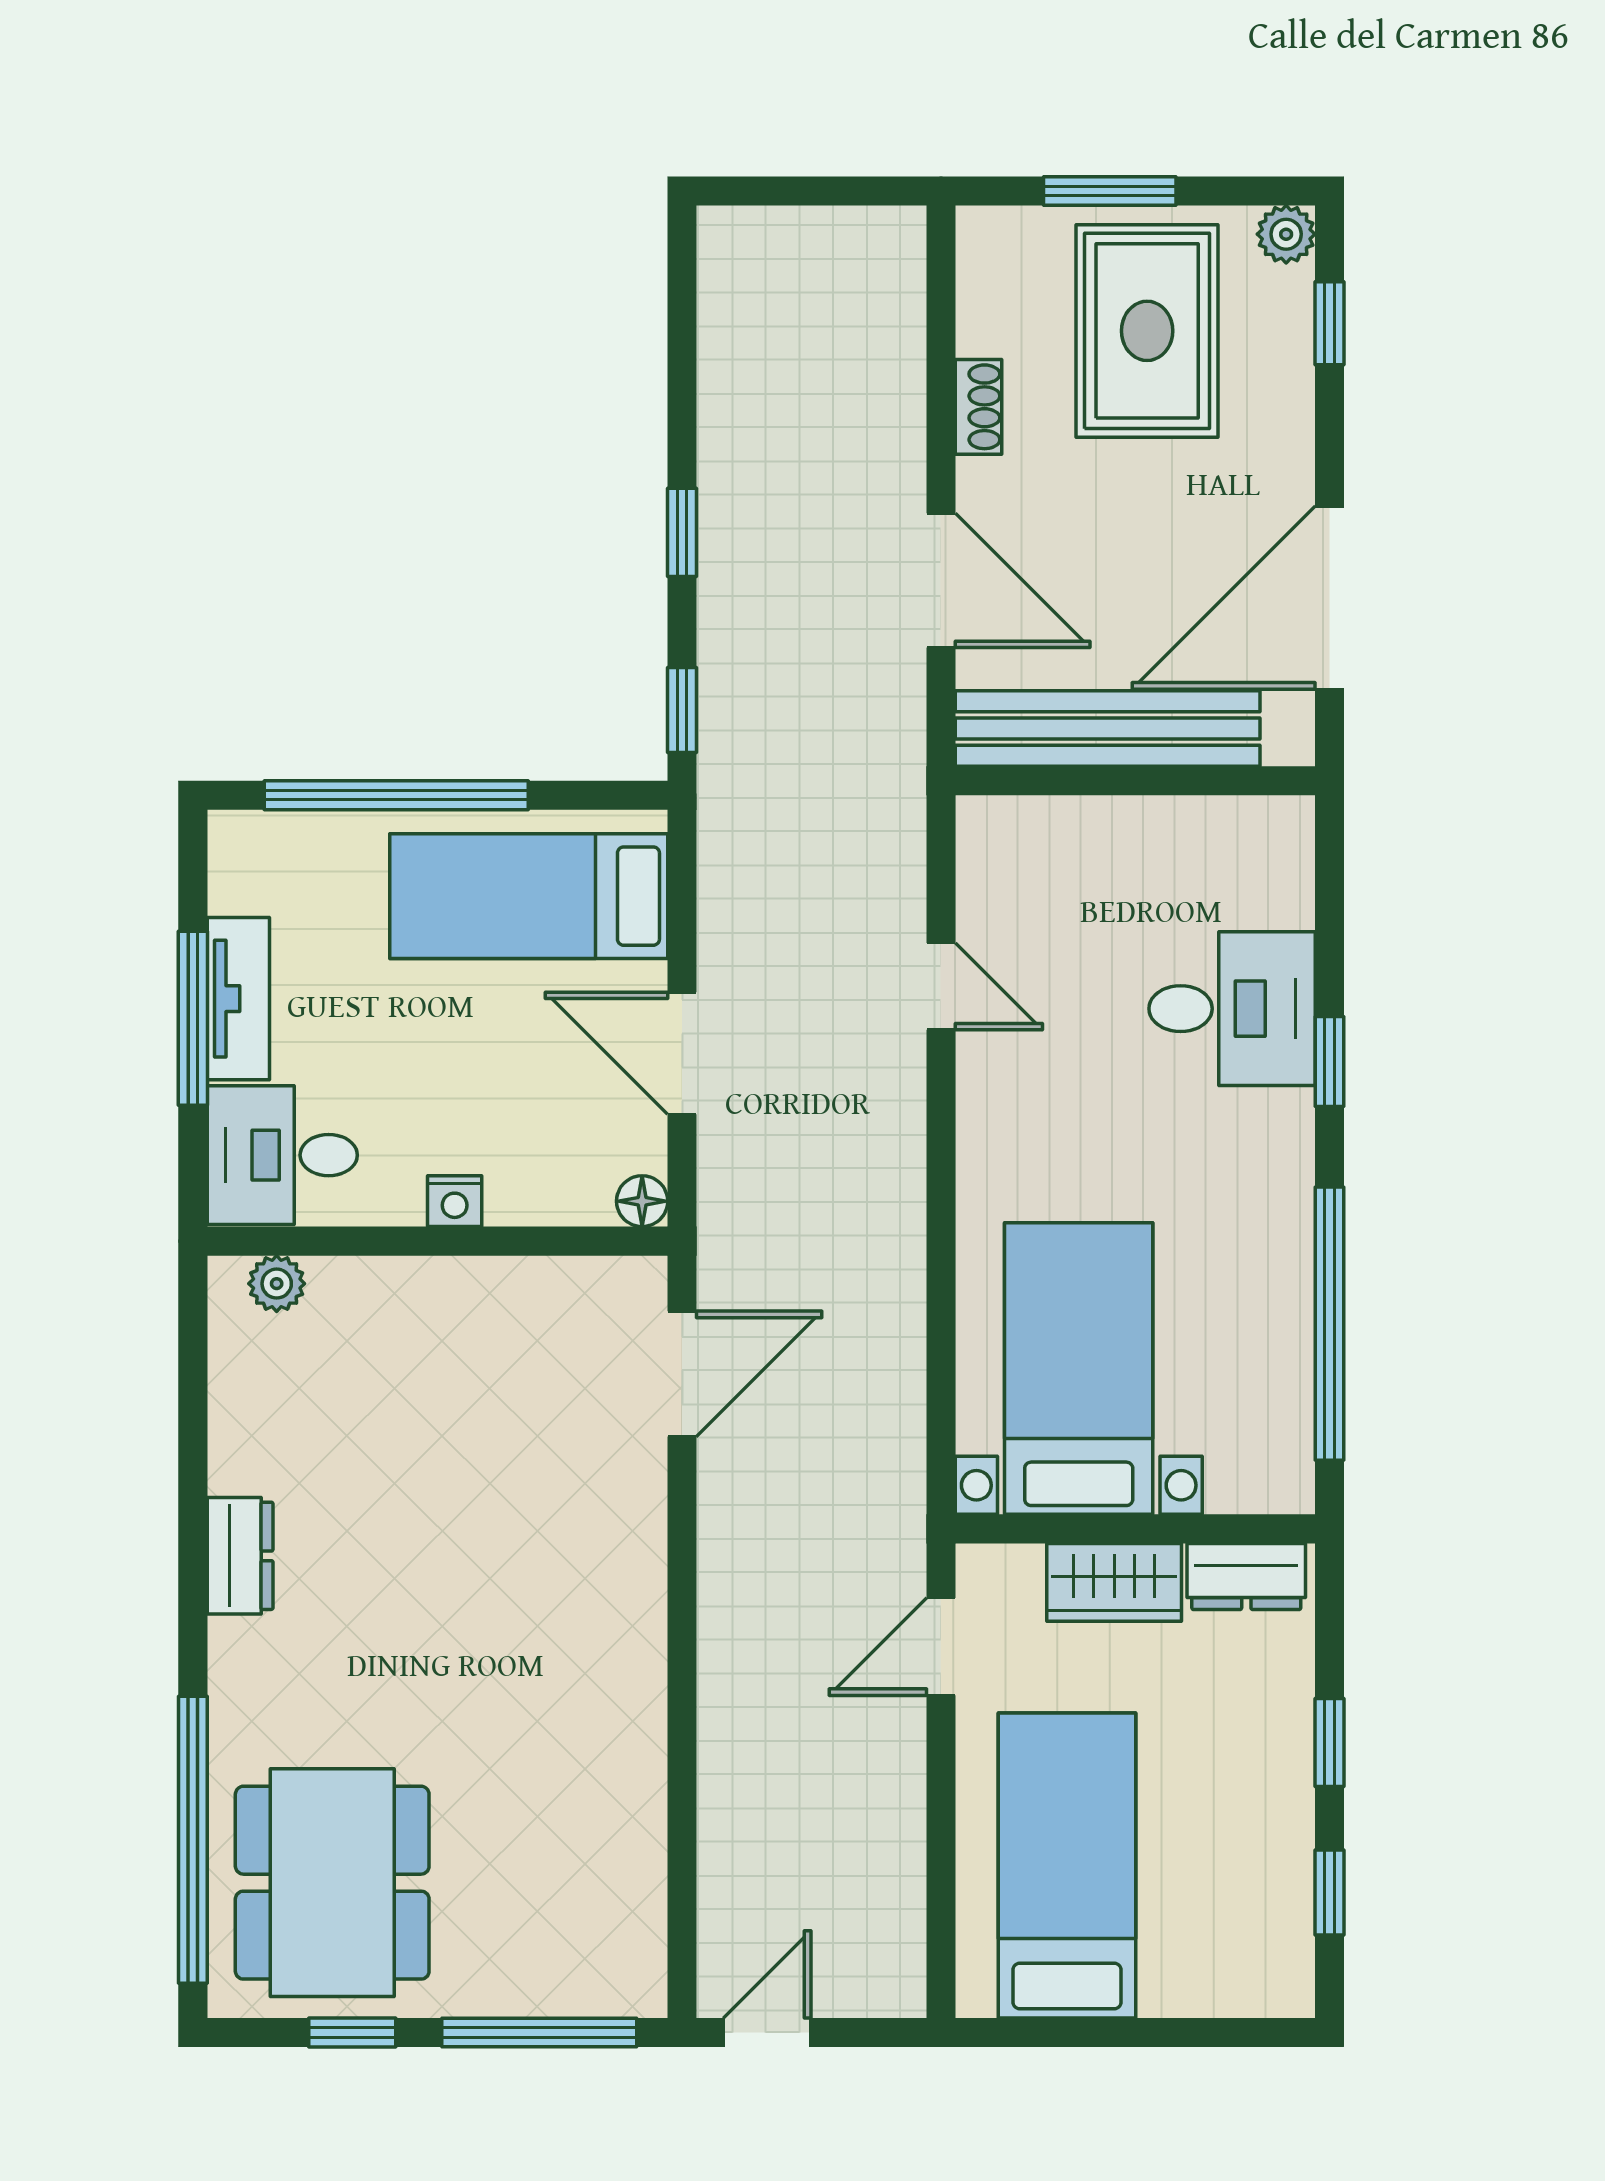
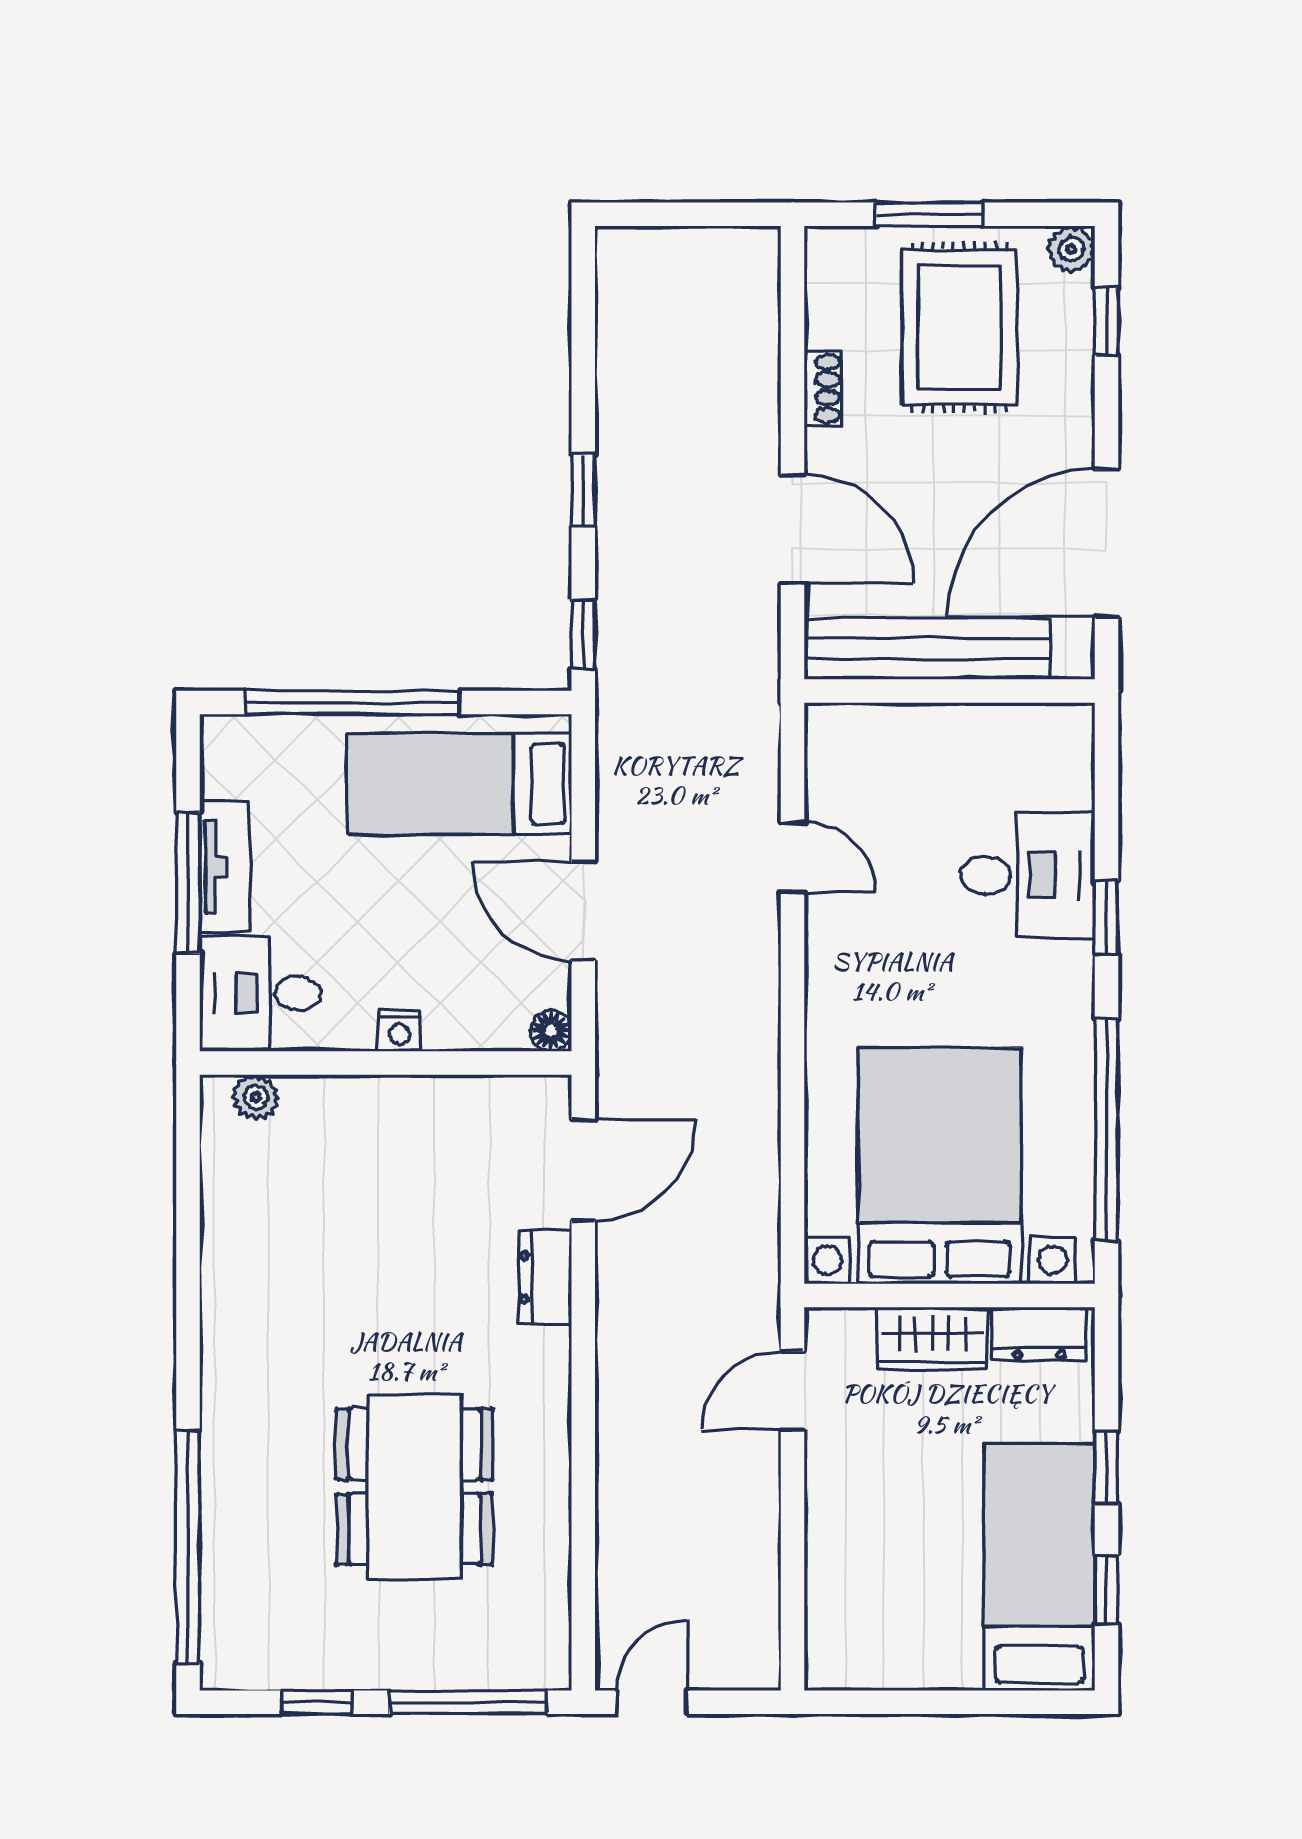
bed with nightstands: (1079, 1369) -> (940, 1166), width x1.36
dresser: (240, 1556) -> (545, 1278), moved, turned 180
bed: (1067, 1865) -> (1039, 1567), moved
dining table: (332, 1883) -> (414, 1487), moved

